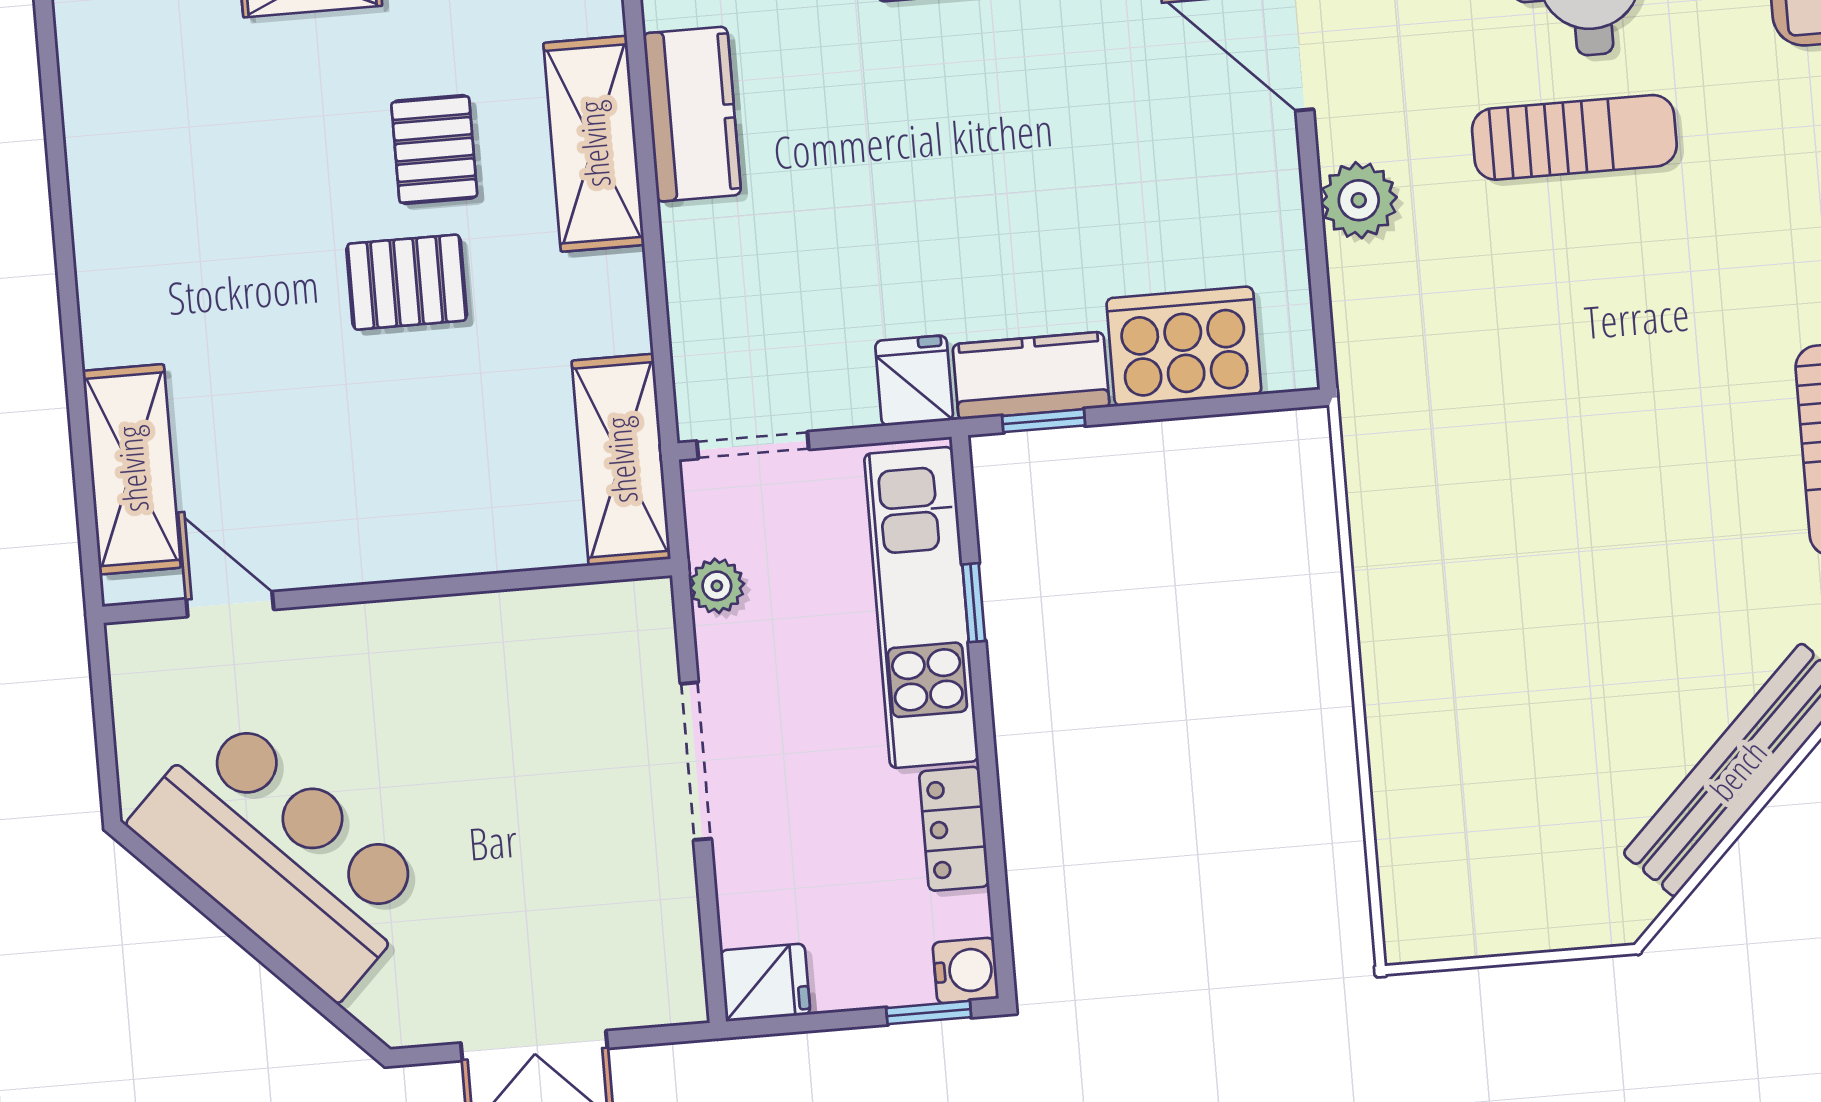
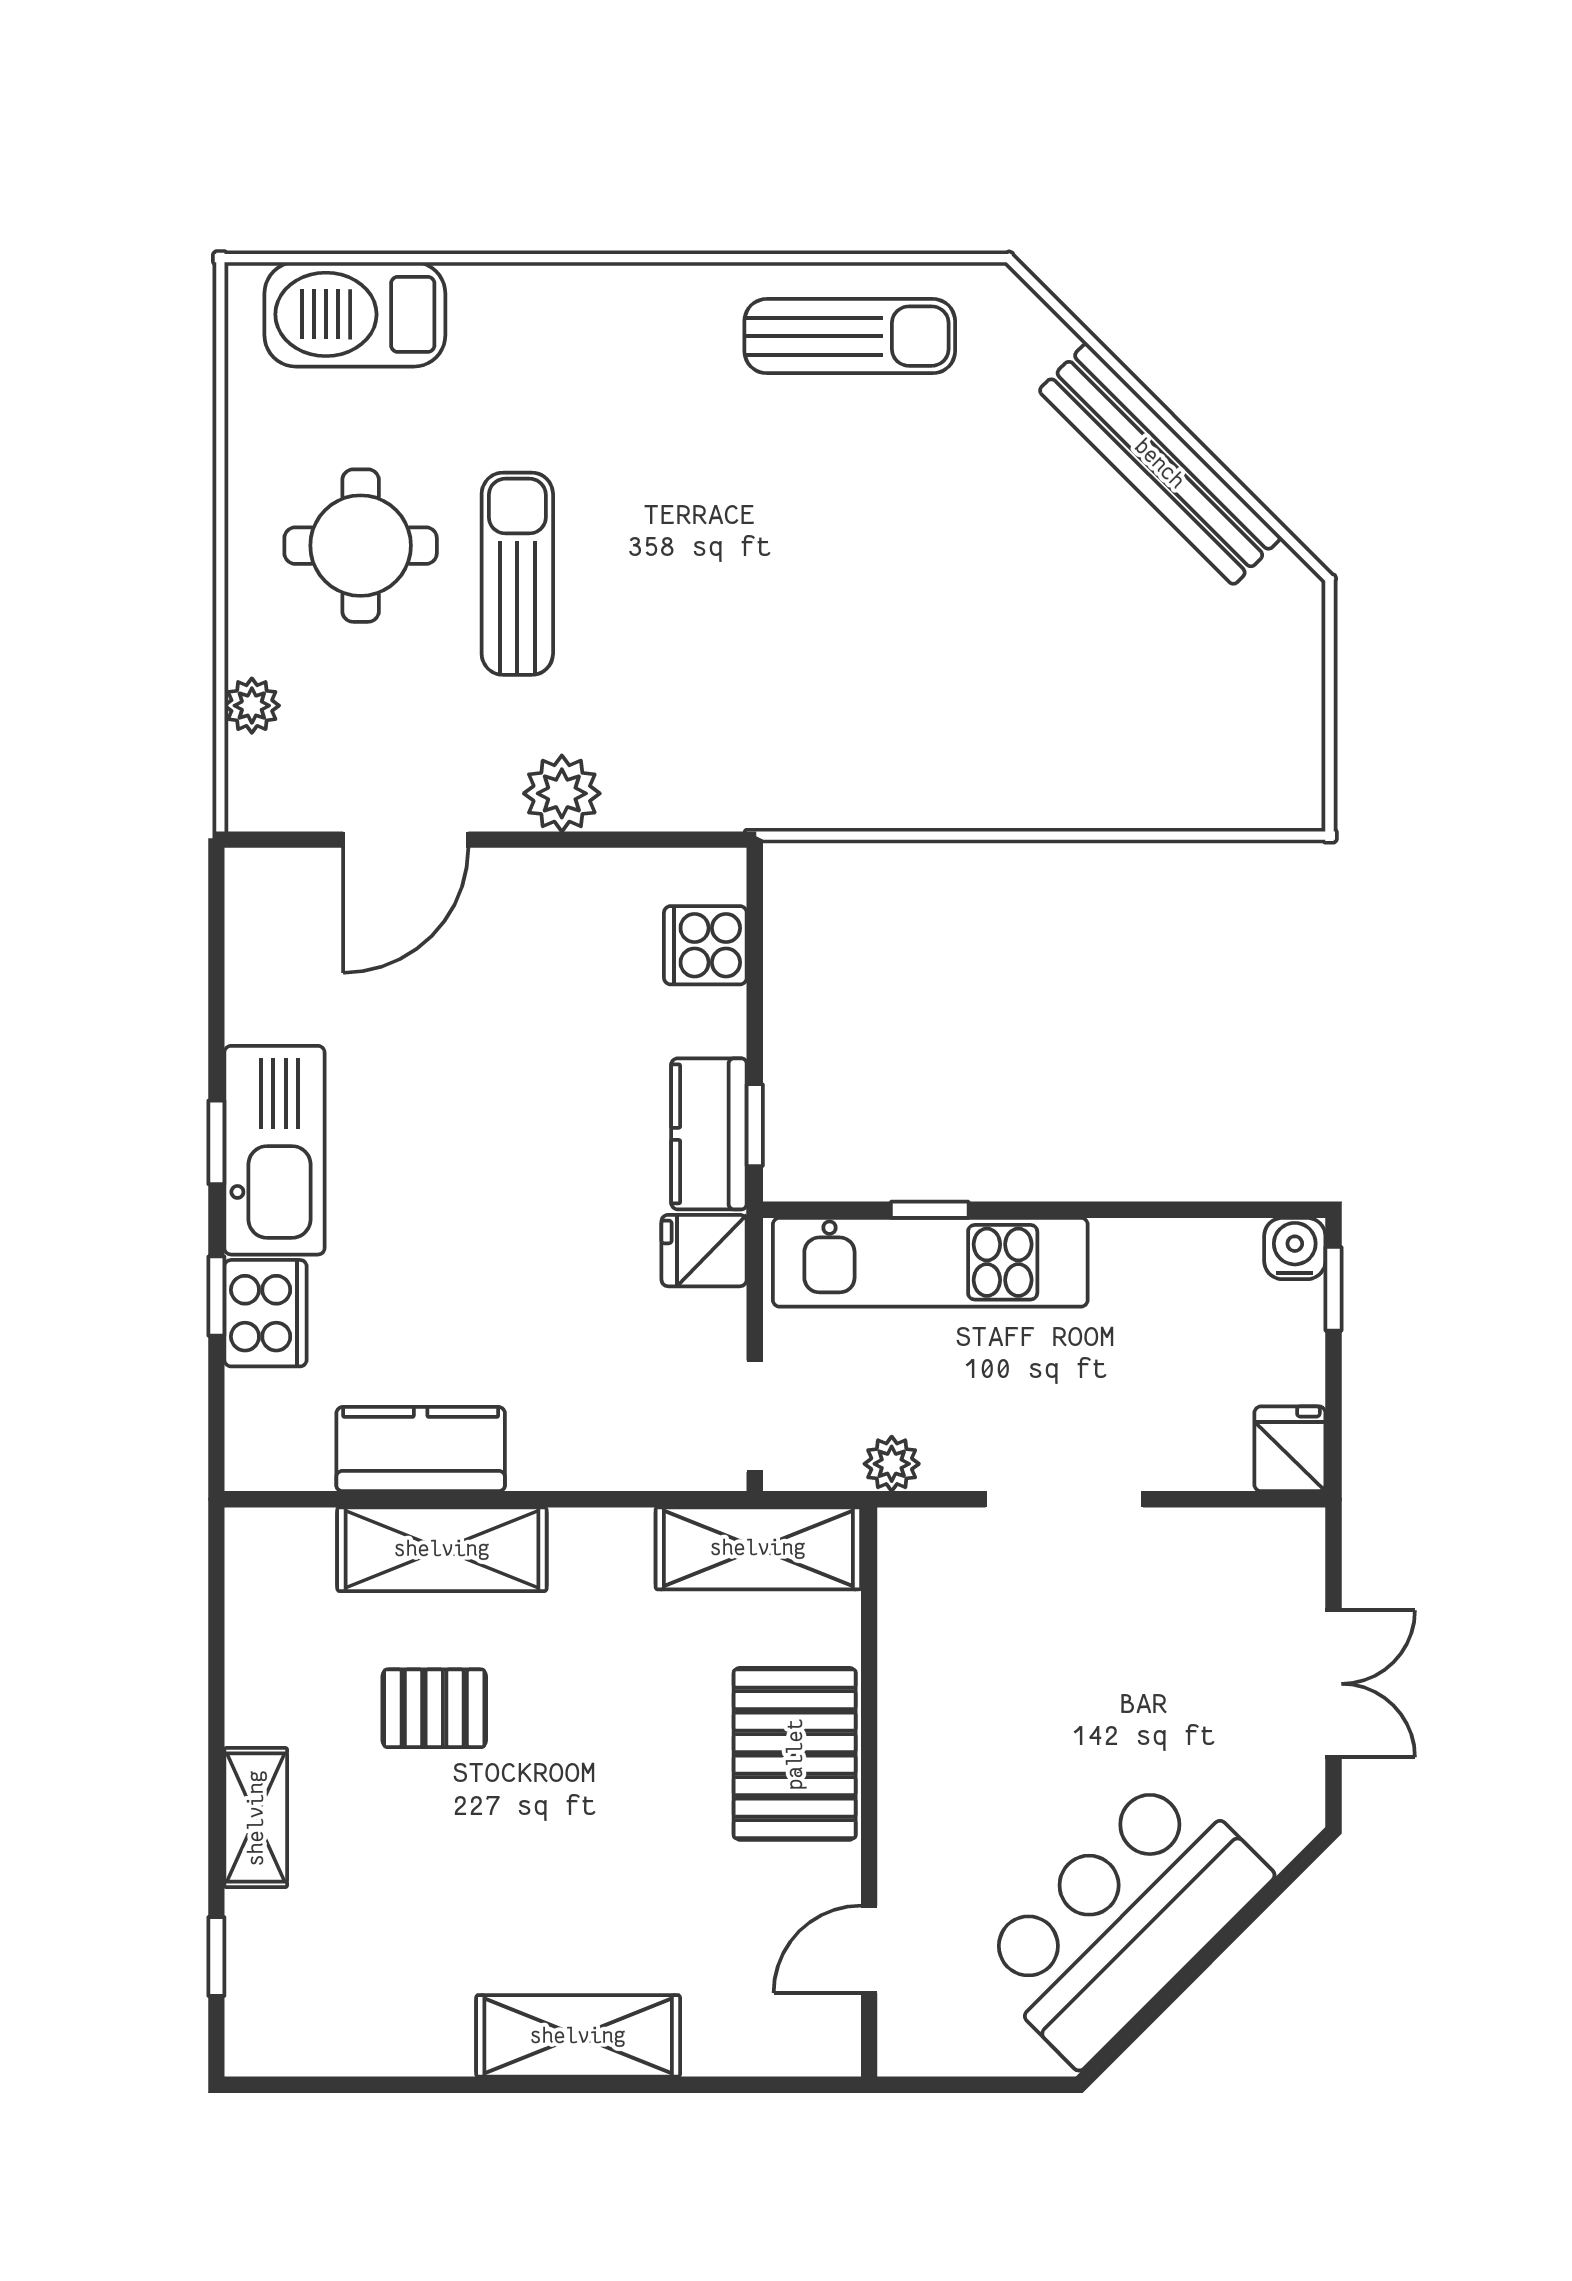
pallet: (407, 282) -> (795, 1754), moved, width x1.50, depth x1.42
cooker: (1184, 346) -> (705, 945), width x0.53, depth x0.76
shelving: (132, 469) -> (578, 2036), moved
locker: (954, 829) -> (1153, 1248), removed

